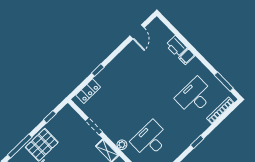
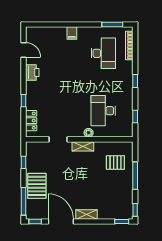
printer: (176, 46) -> (32, 72), moved, turned -90
desk: (195, 96) -> (103, 53), turned 180

